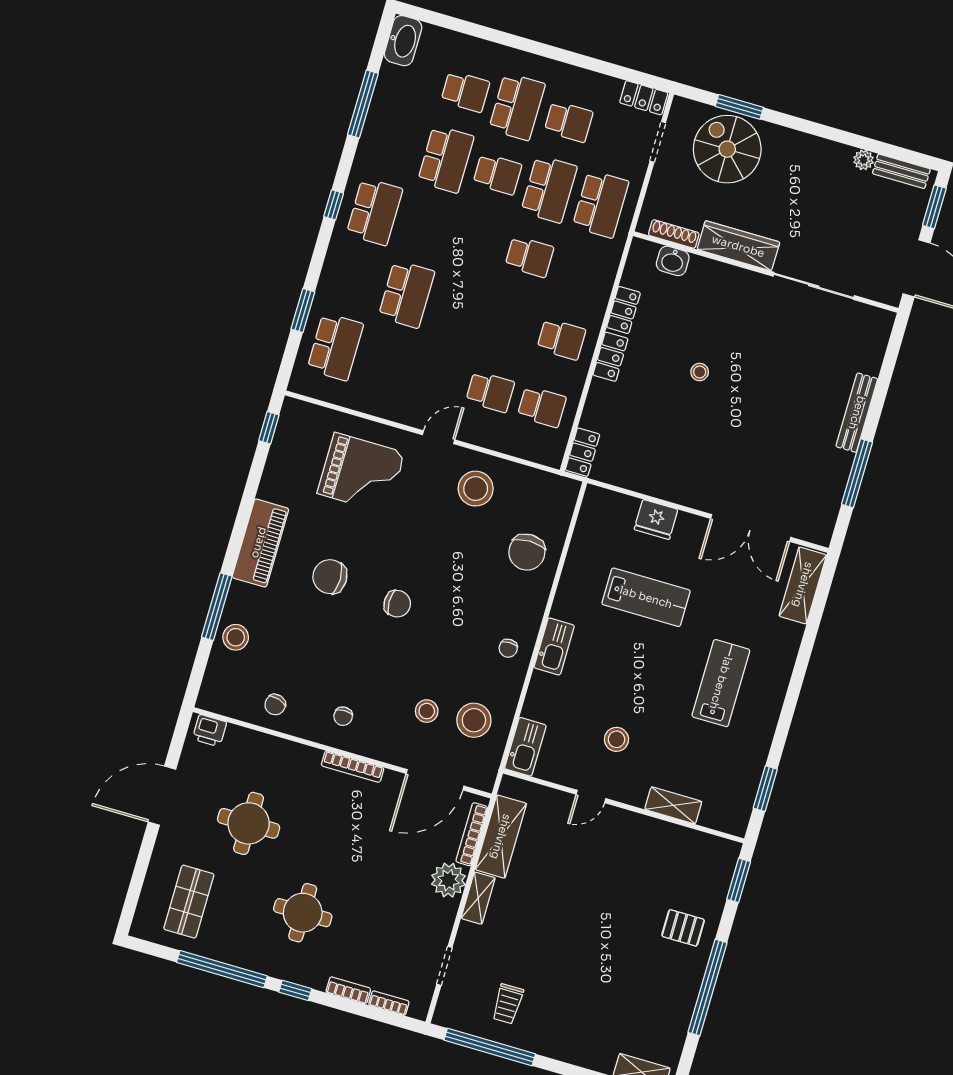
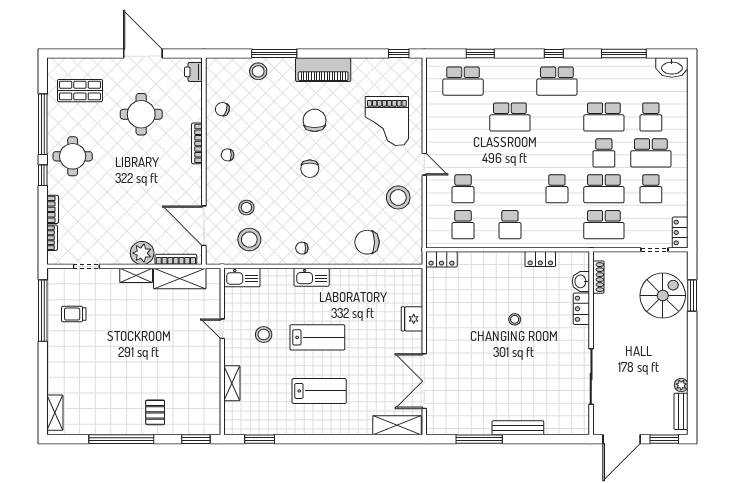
wardrobe: (738, 246) -> (603, 321), removed
locker: (610, 357) -> (581, 309), moved, turned 90
lab bench: (646, 597) -> (317, 337), moved, turned -90
bookcase: (353, 767) -> (197, 143), moved
round table: (303, 913) -> (73, 156), moved

